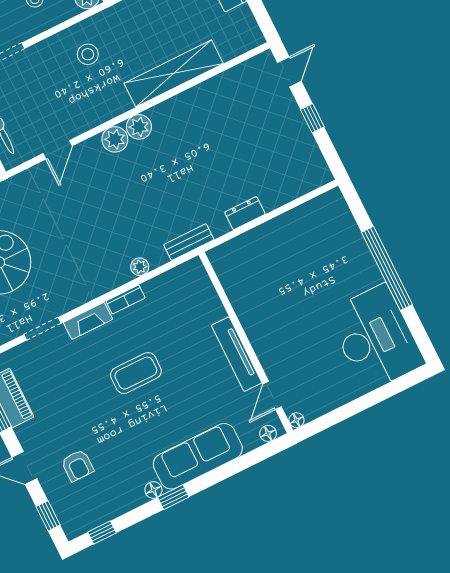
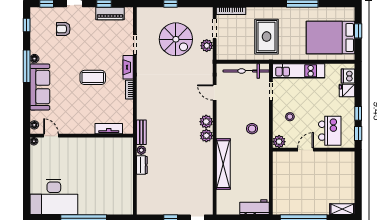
plant: (140, 267) -> (141, 150), moved
tv unit: (237, 354) -> (109, 129), moved, width x0.71
coffee table: (136, 373) -> (93, 77), turned 90
window: (173, 497) -> (27, 66), width x2.17

